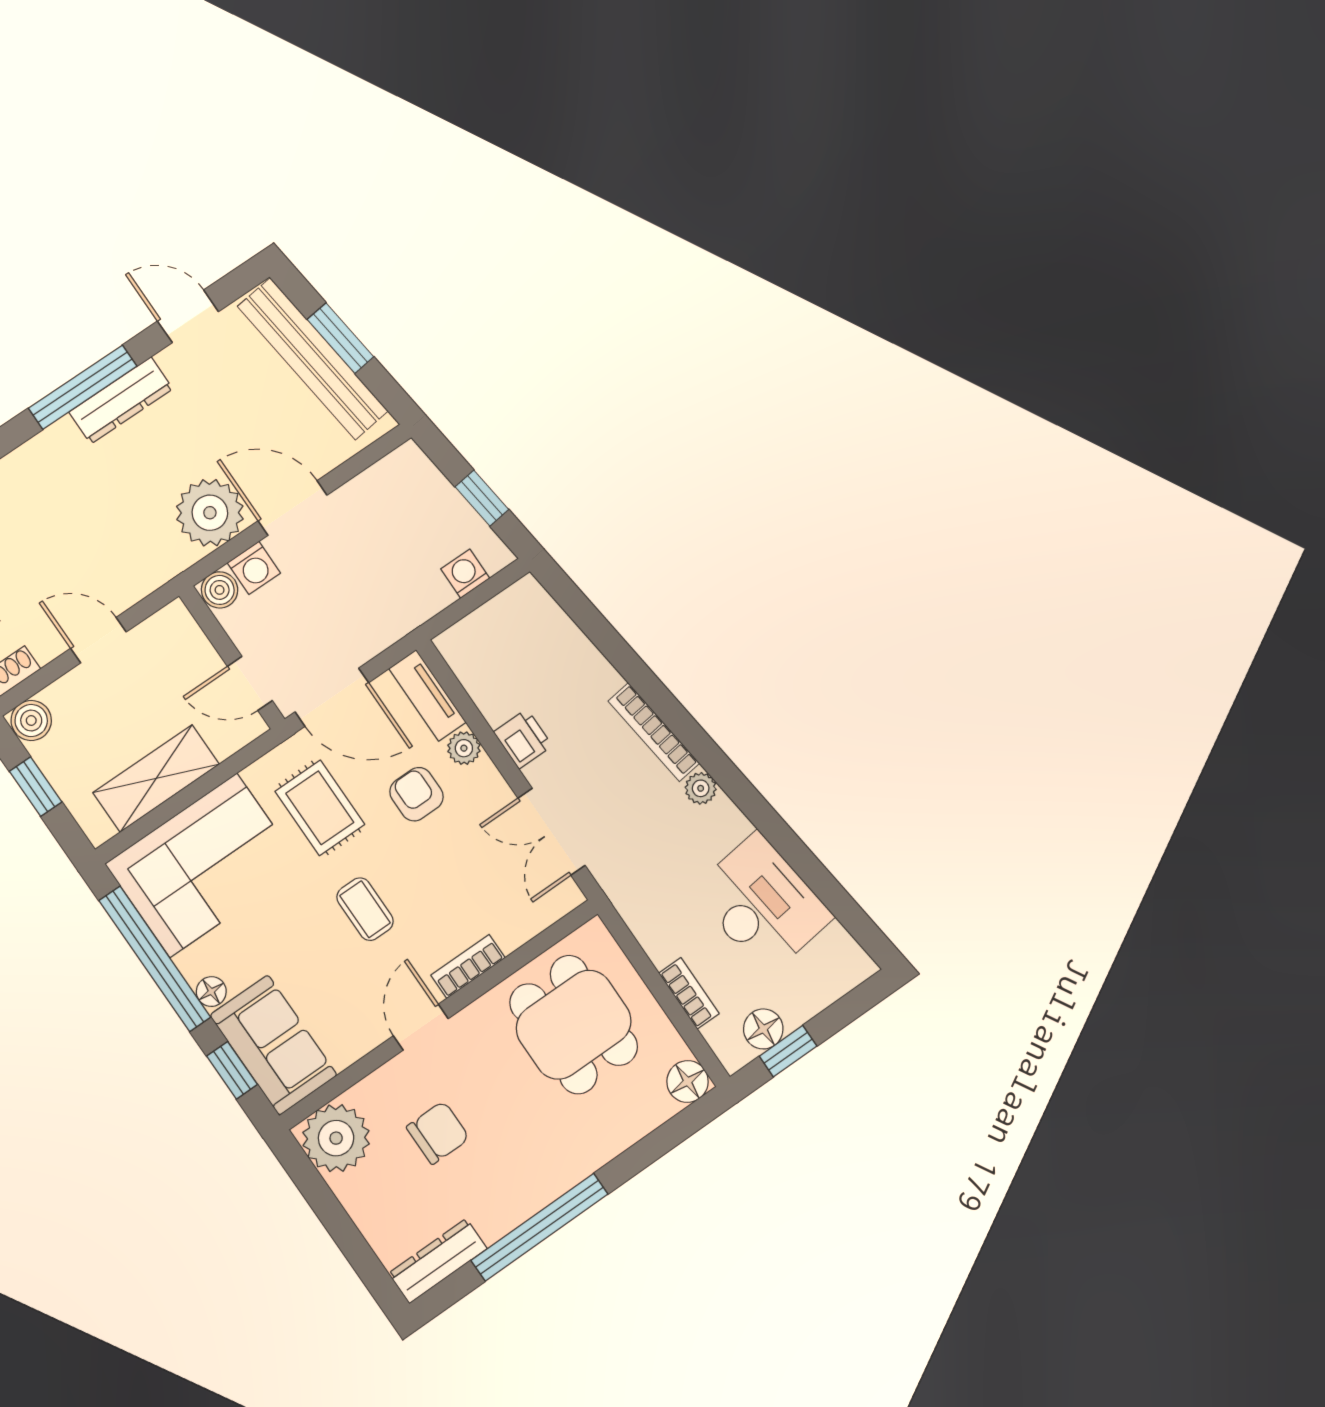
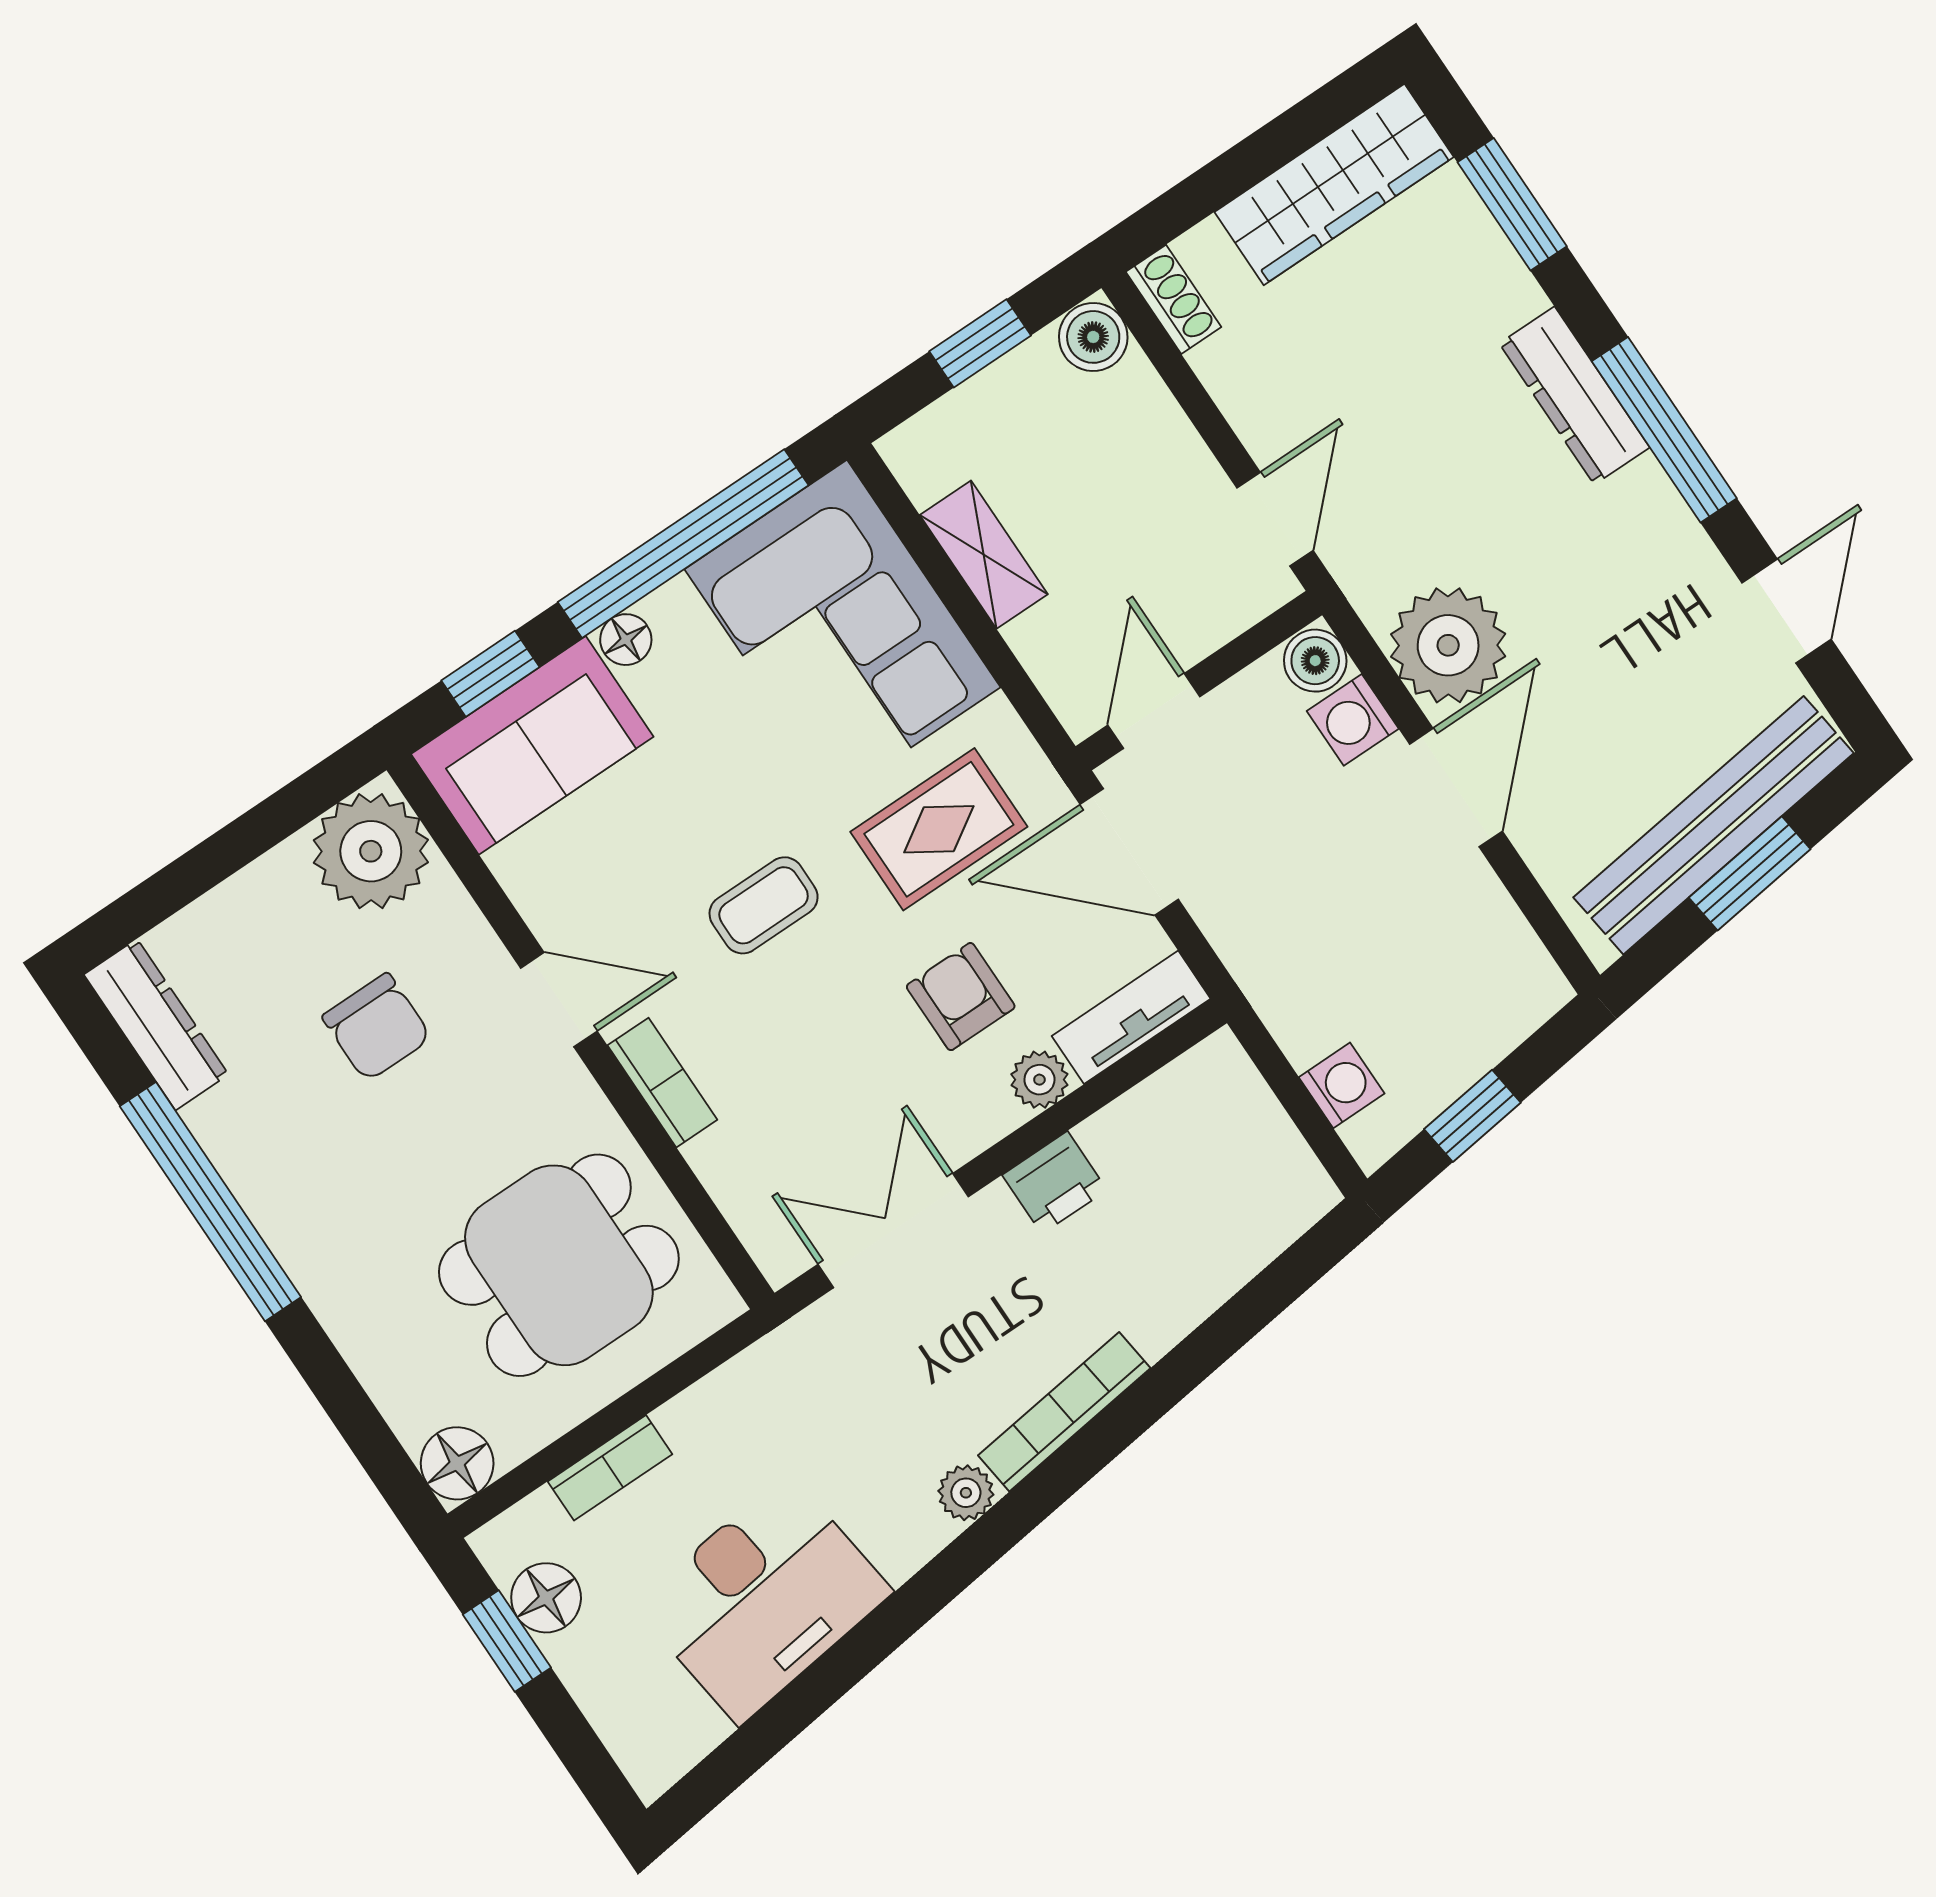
dresser: (121, 400) -> (1574, 395), moved
door: (98, 640) -> (1275, 519), moved
door: (332, 697) -> (1129, 852), hinge flipped
shelving: (156, 778) -> (984, 555), width x0.67, depth x0.75
armchair: (417, 794) -> (961, 997), turned -90

